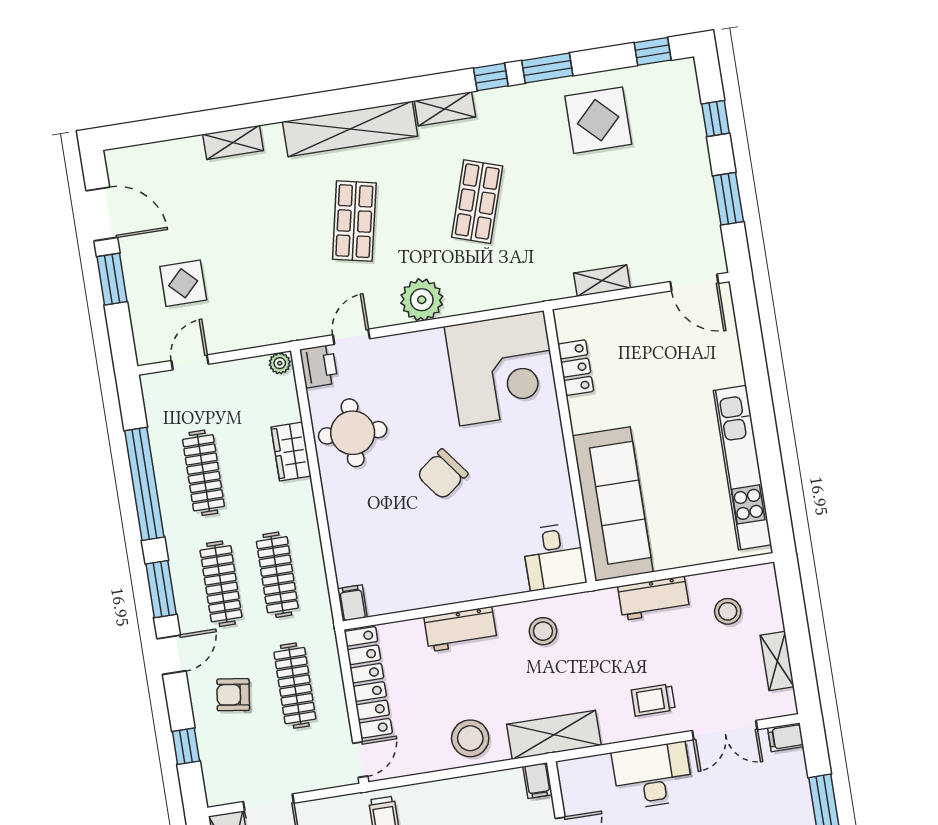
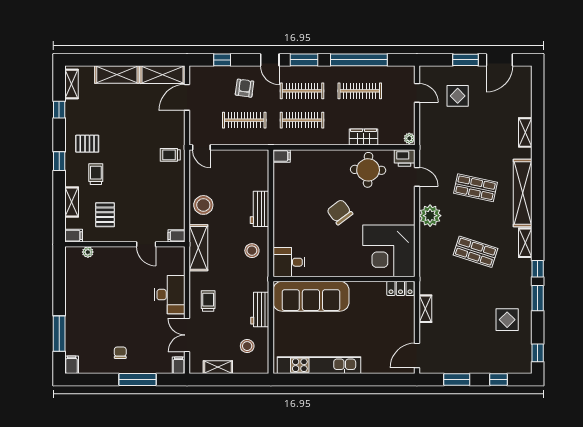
display table: (598, 120) -> (507, 320), width x0.73, depth x0.73
locker: (576, 368) -> (400, 288), moved
locker: (368, 682) -> (240, 158), removed

